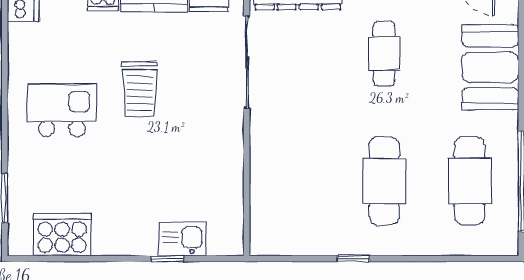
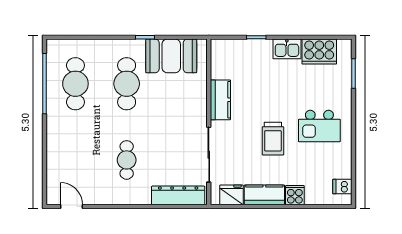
booth: (490, 67) -> (171, 56), moved, turned 90
trolley: (139, 89) -> (273, 139), turned 180
kitchen counter: (227, 154) -> (220, 100), added
kitchen sink: (183, 239) -> (287, 49), moved

